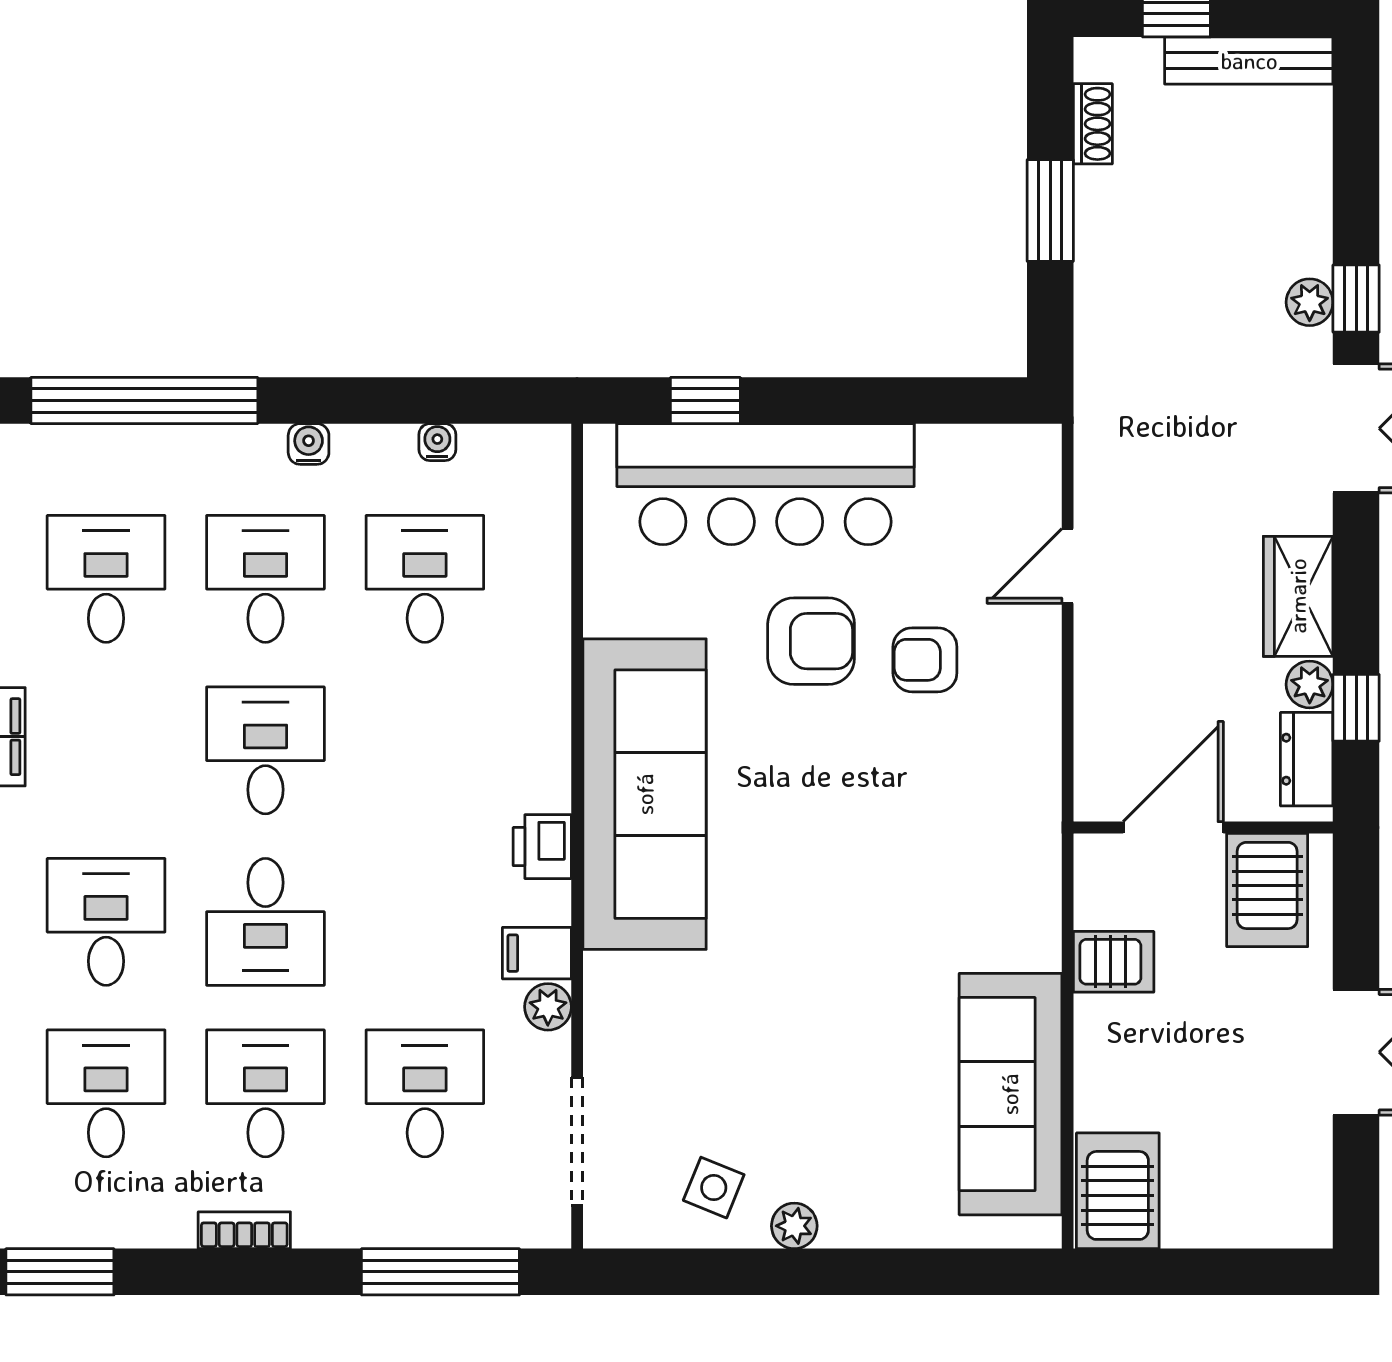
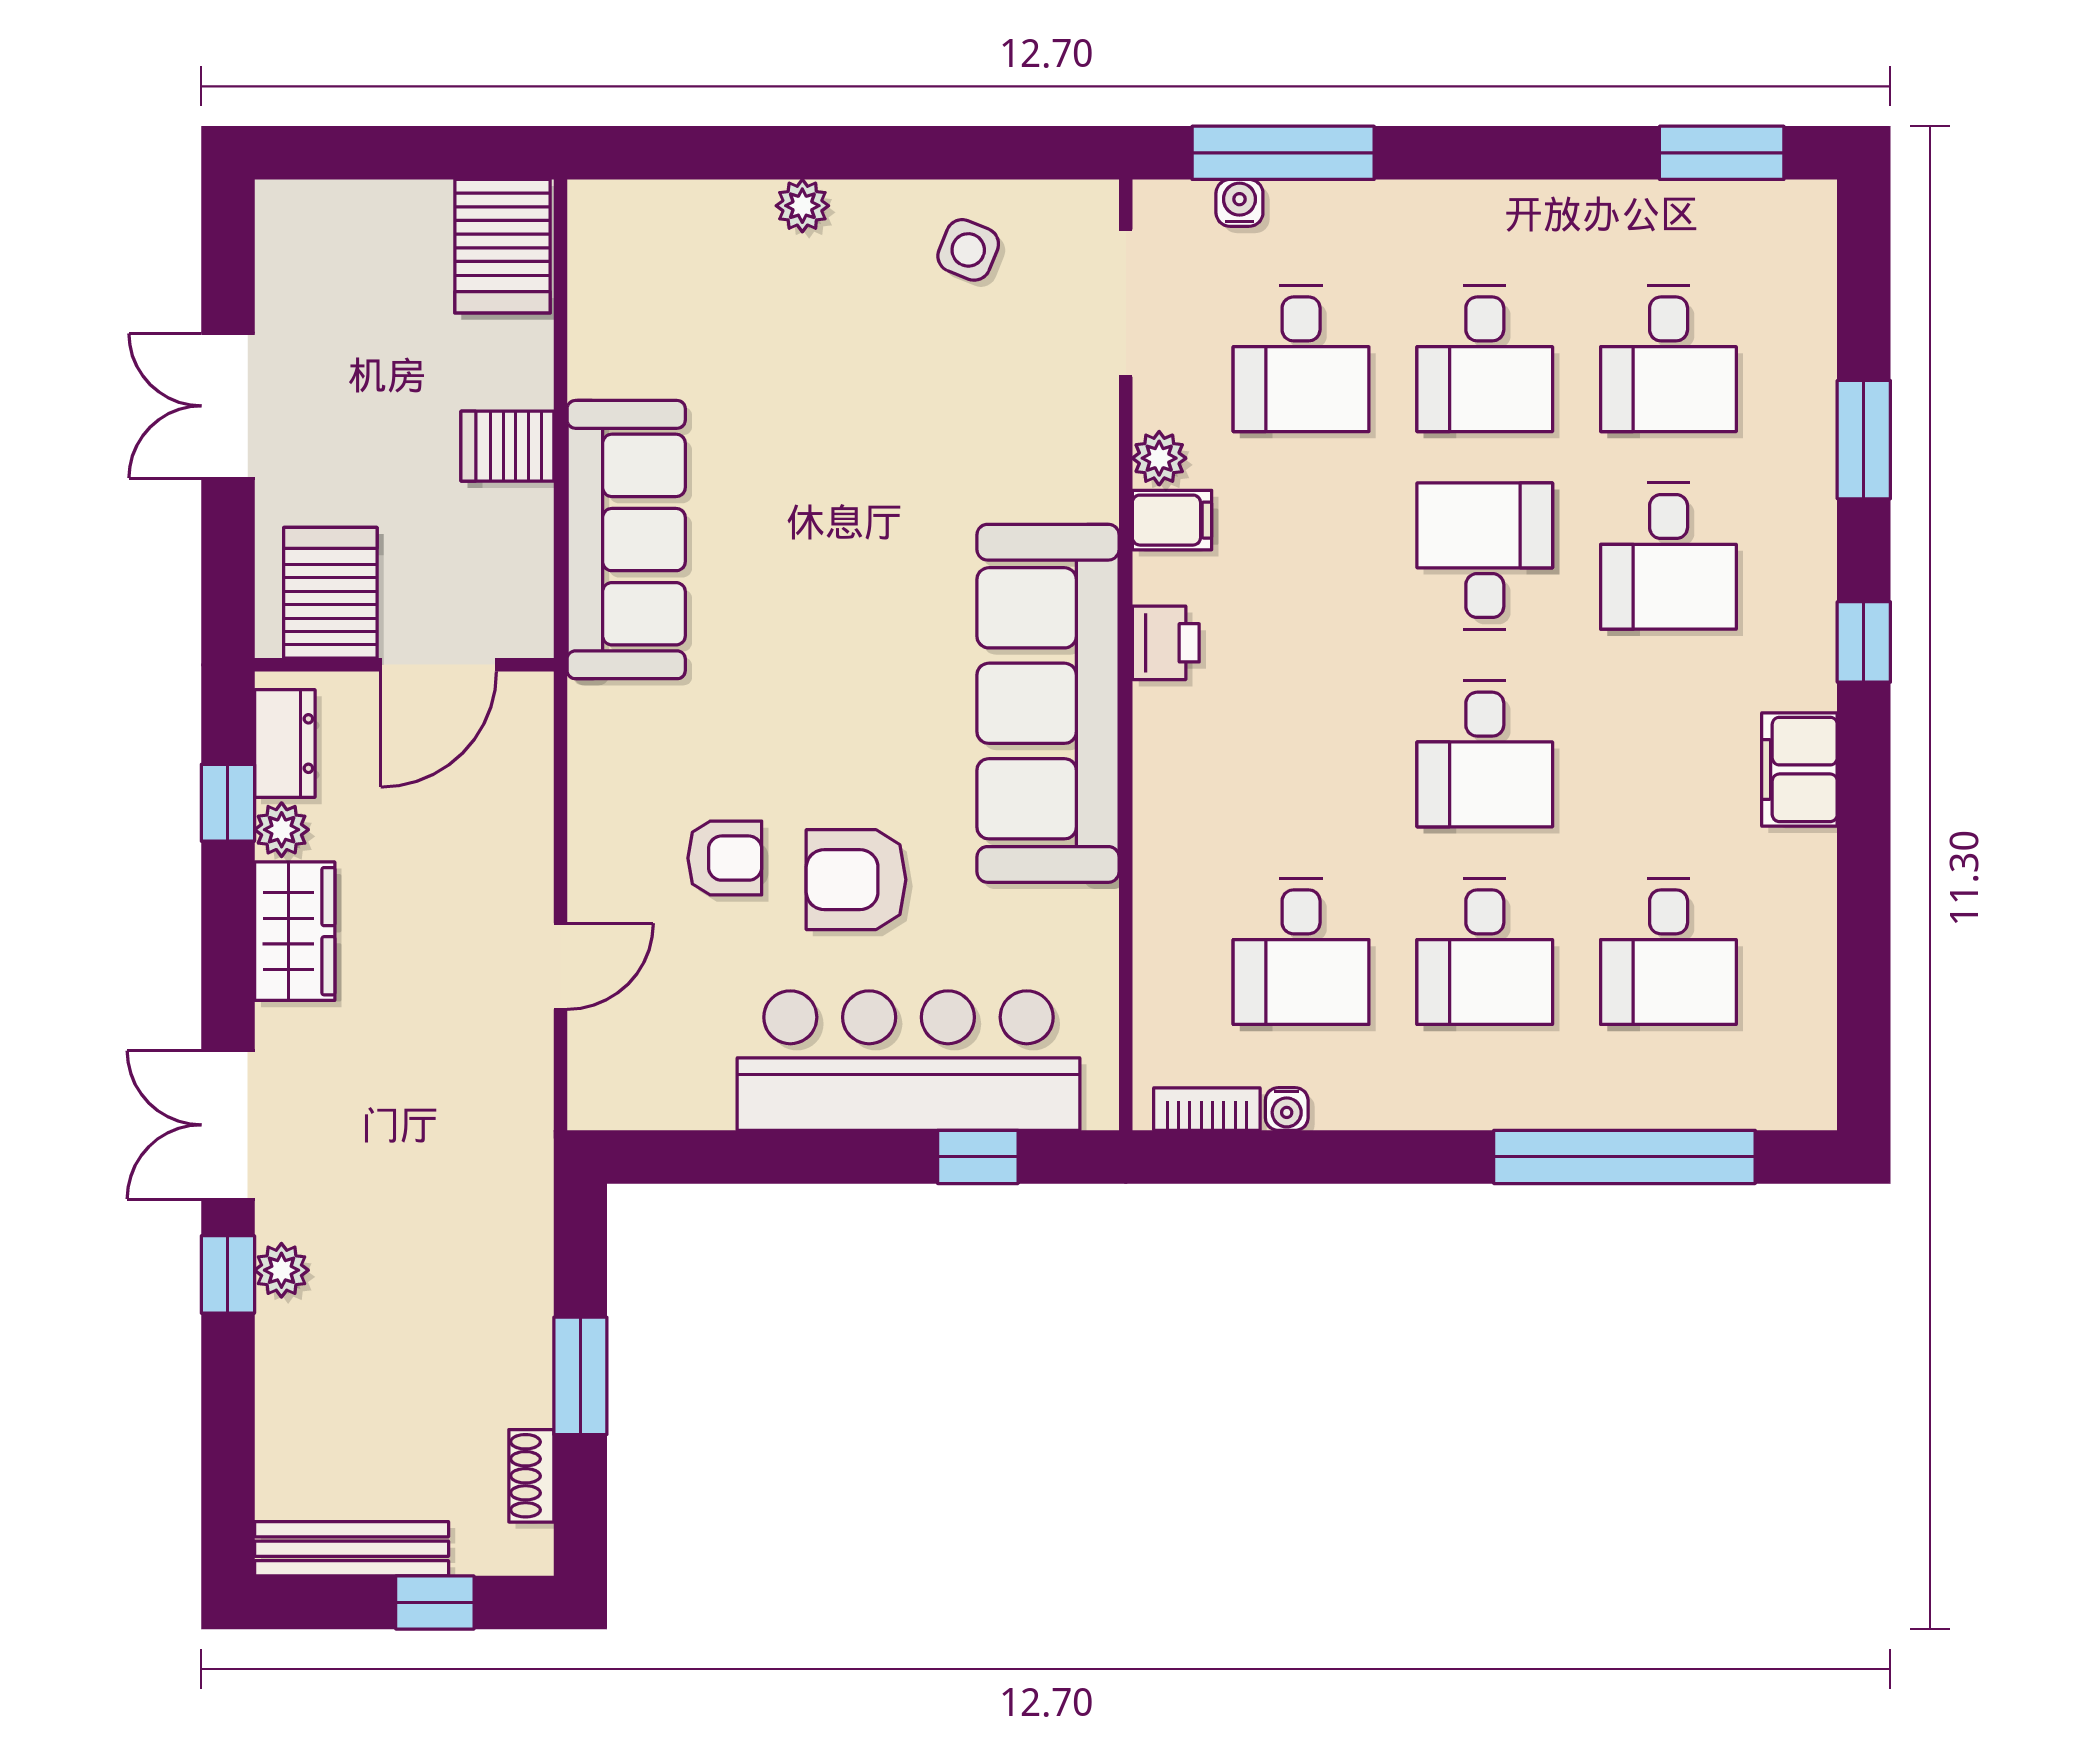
water cooler: (309, 444) -> (1239, 203), moved, turned 180
server rack: (1114, 962) -> (507, 446), moved
sofa: (1010, 1094) -> (626, 540), moved
plant: (794, 1226) -> (802, 206), moved
bookcase: (244, 1230) -> (1207, 1109), moved, turned 180

